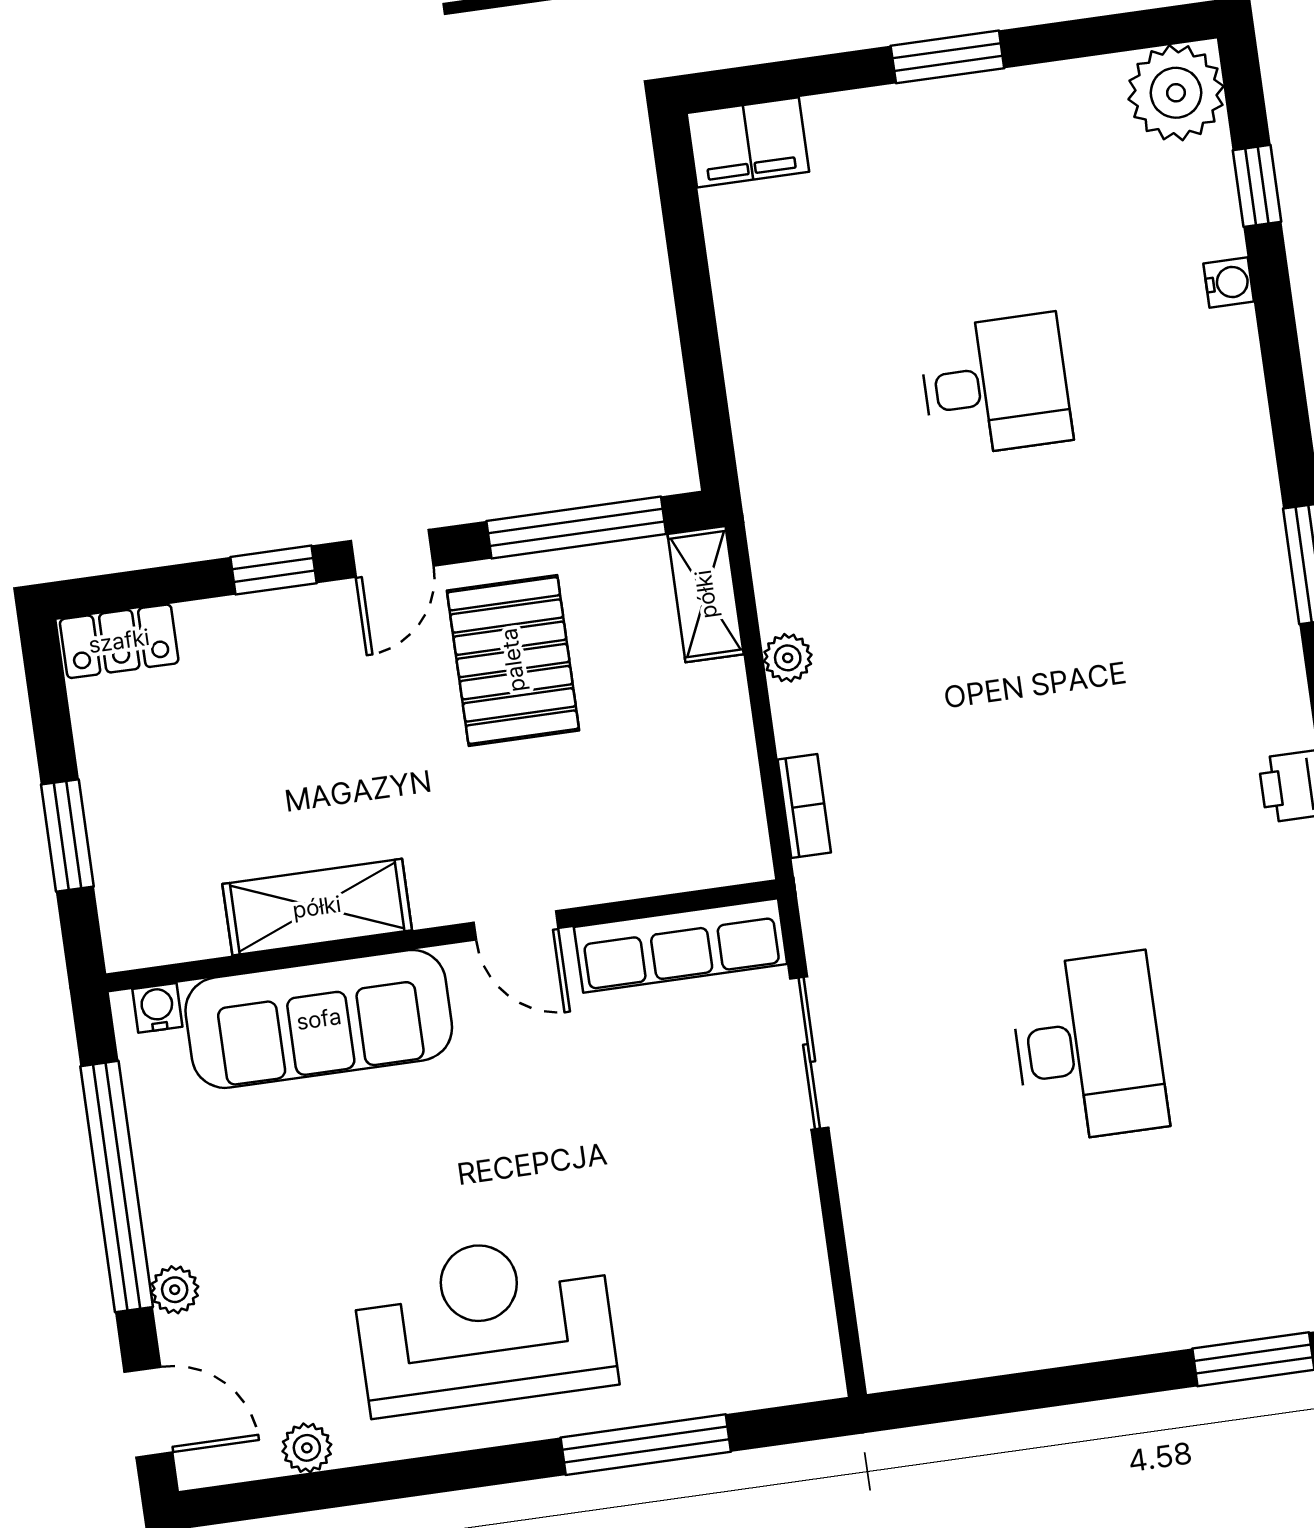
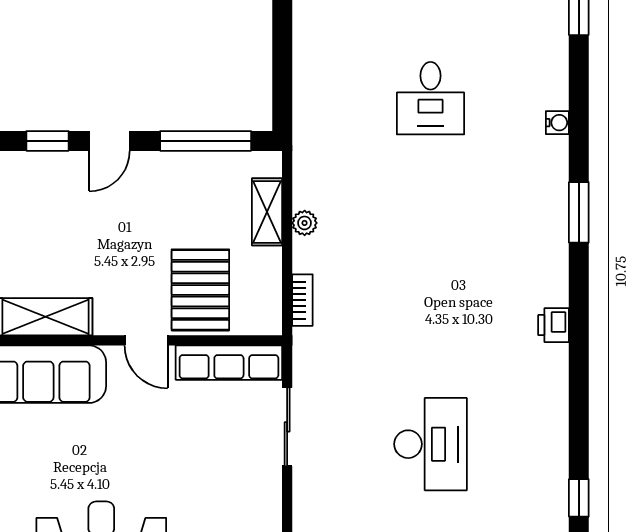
water cooler: (1229, 282) -> (557, 123), moved
desk: (995, 385) -> (430, 98), turned 90
shelving: (706, 594) -> (267, 212), moved
pallet: (513, 660) -> (200, 290), moved

